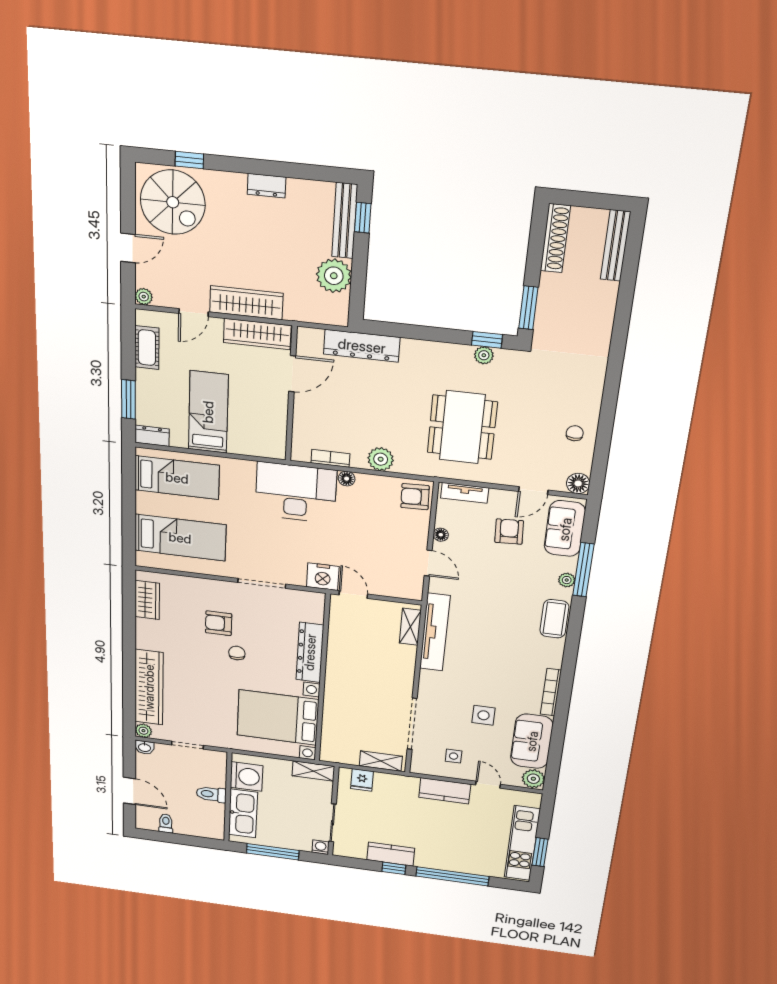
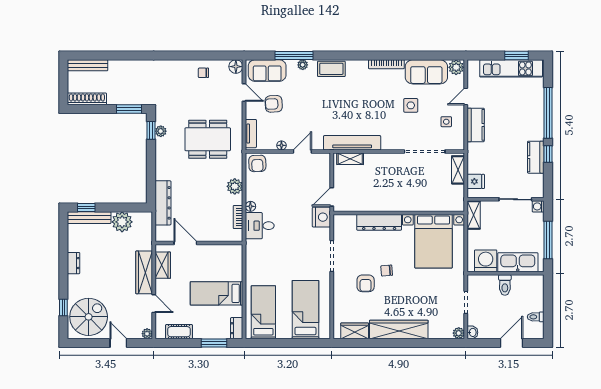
wardrobe: (257, 334) -> (163, 265), width x0.67
desk: (296, 492) -> (260, 226), width x0.53, depth x0.77
wardrobe: (149, 687) -> (399, 329), moved

